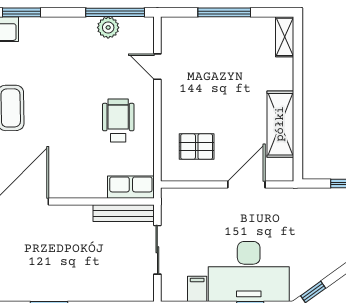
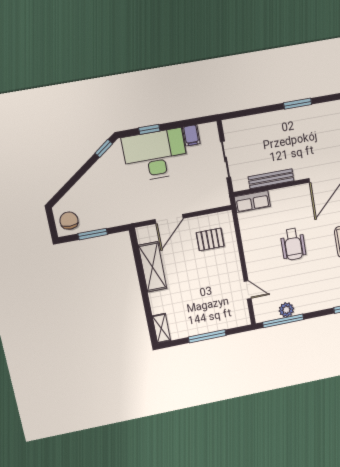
wheelchair: (118, 120) -> (293, 244), moved
bench: (124, 213) -> (271, 179), moved

